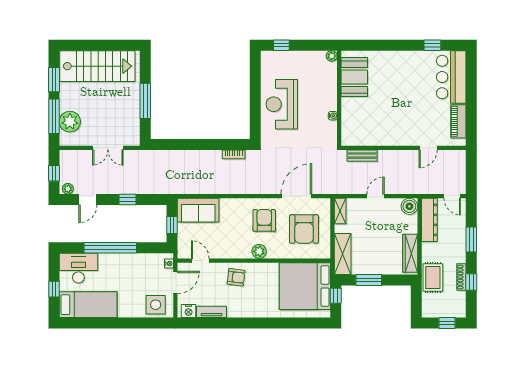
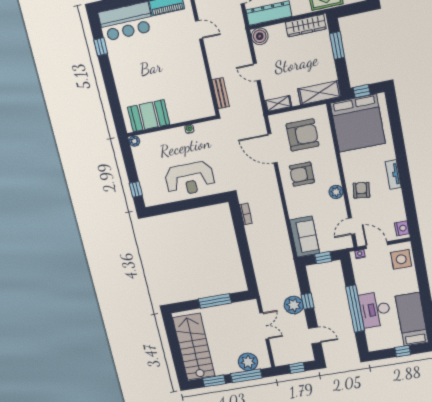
plant: (68, 189) -> (294, 305), moved, width x1.88, depth x1.88
plant: (259, 251) -> (336, 192), moved
desk: (78, 268) -> (375, 310), moved
window: (369, 280) -> (337, 46), moved
tv unit: (212, 312) -> (393, 175), moved

